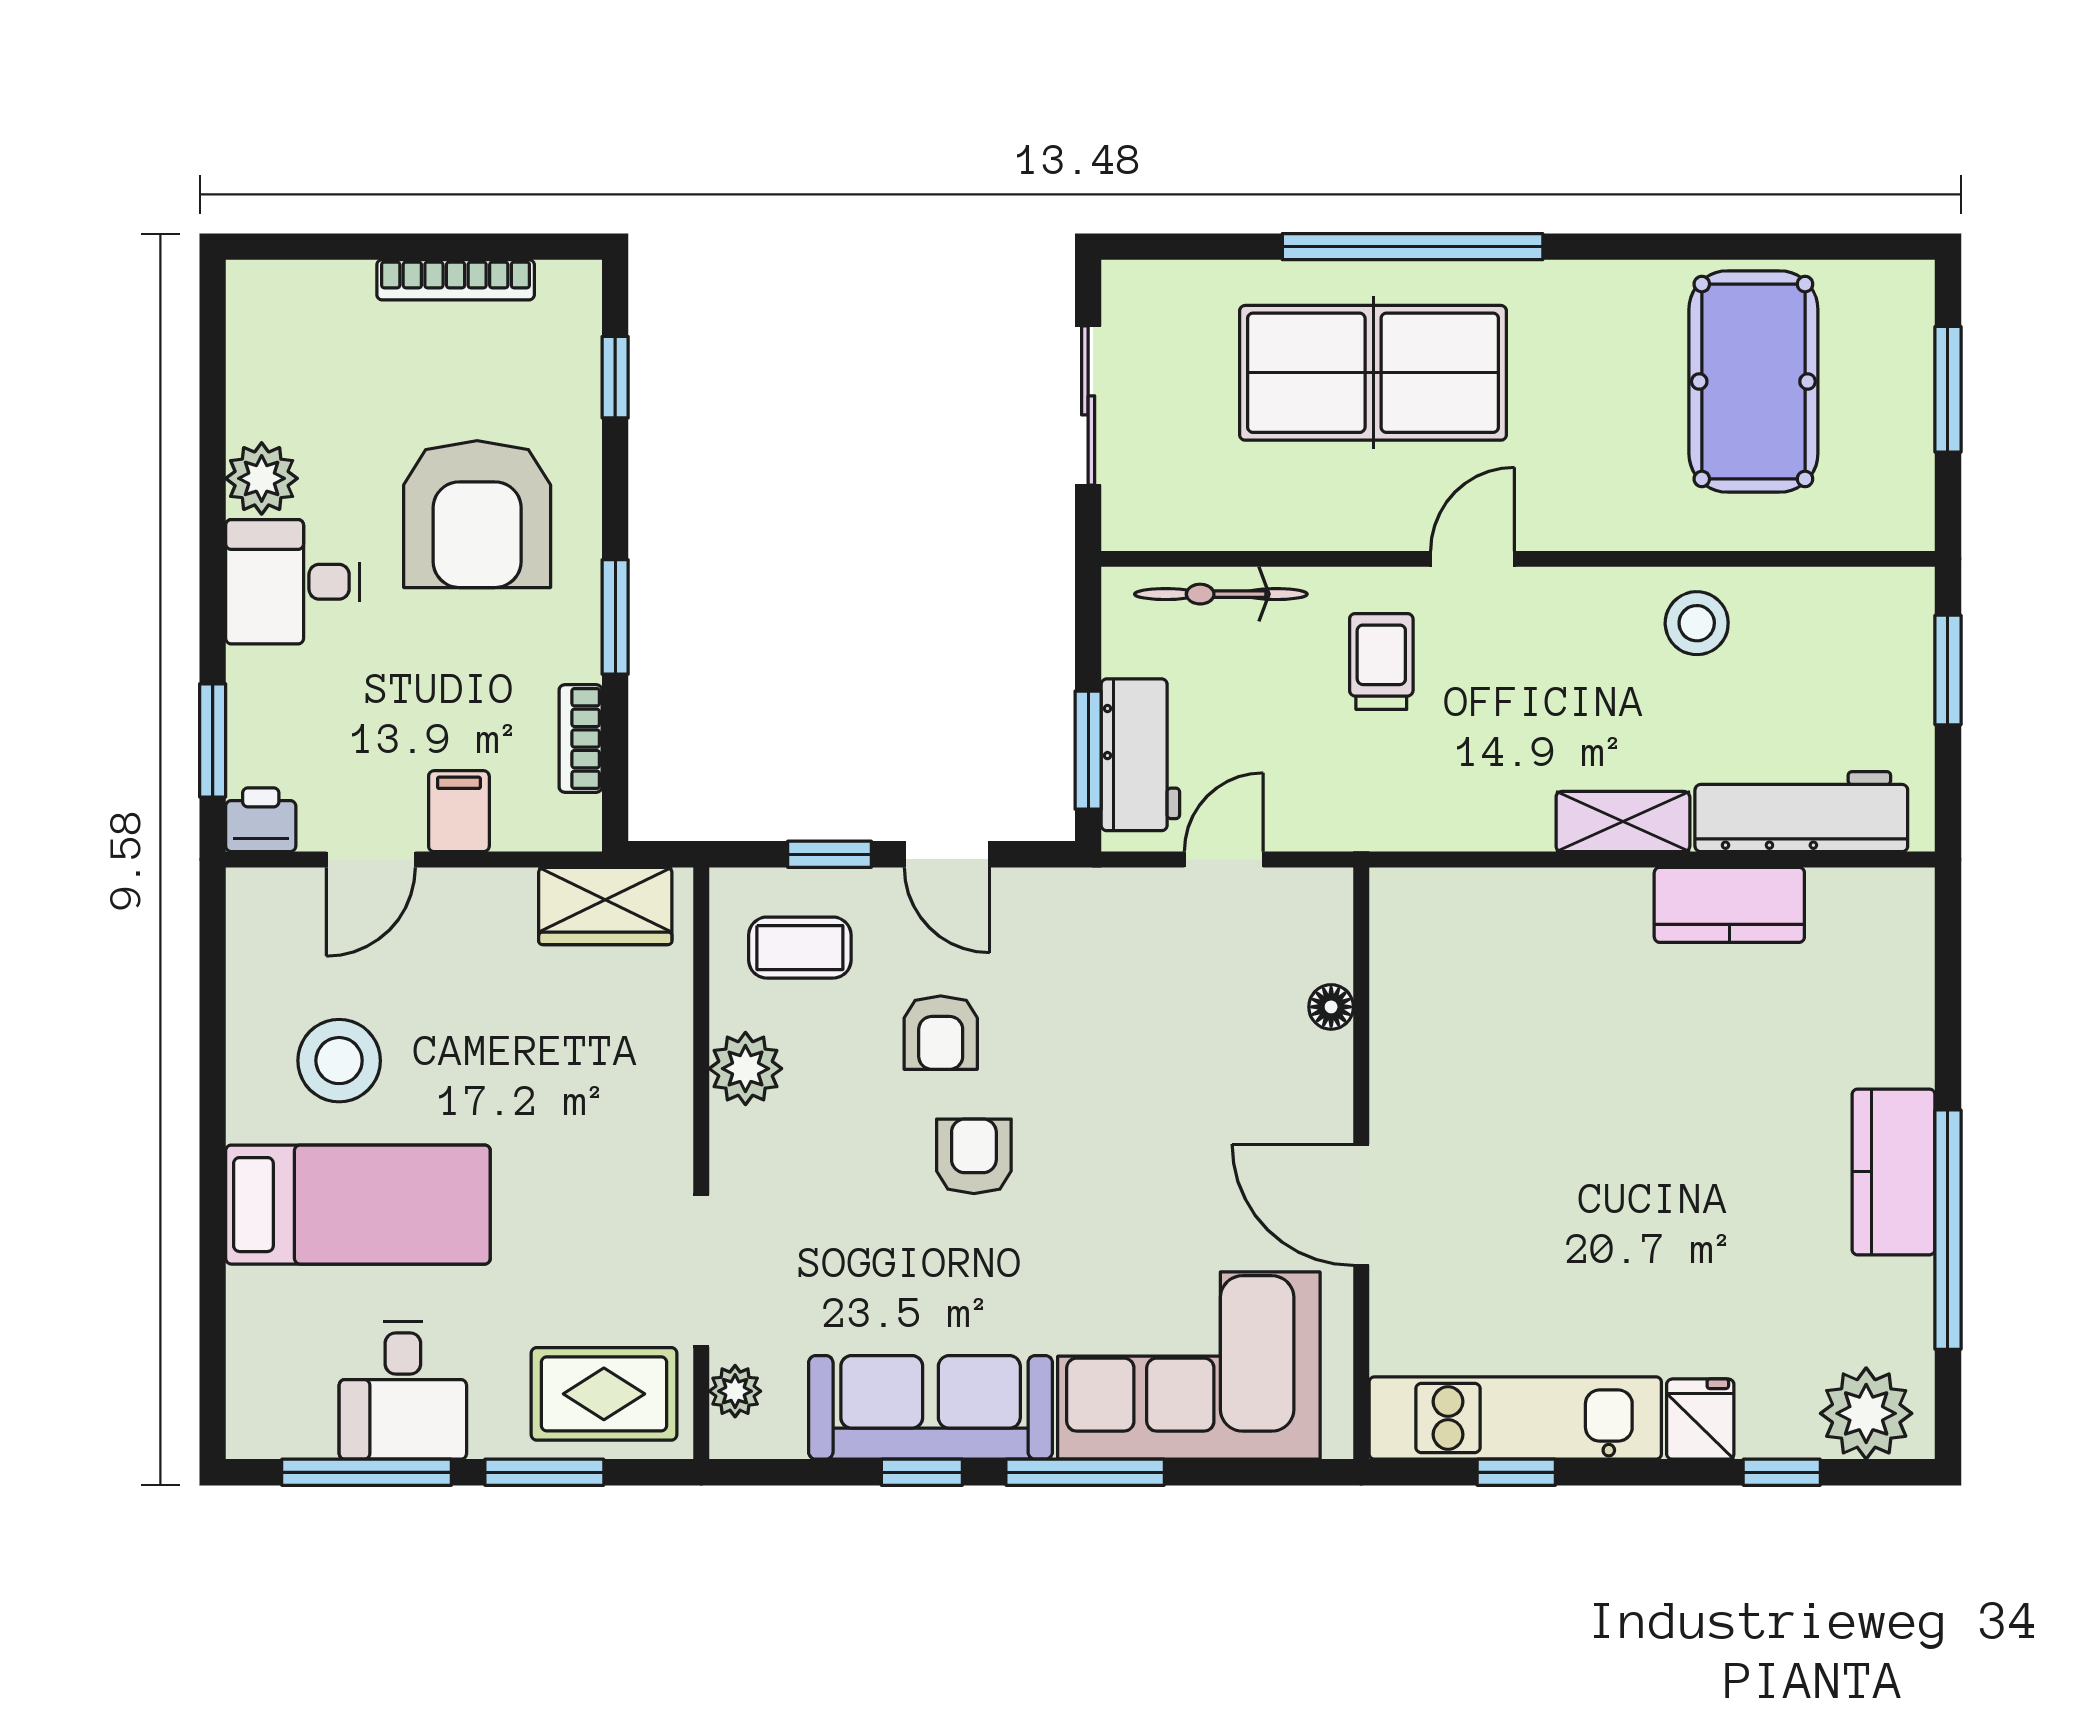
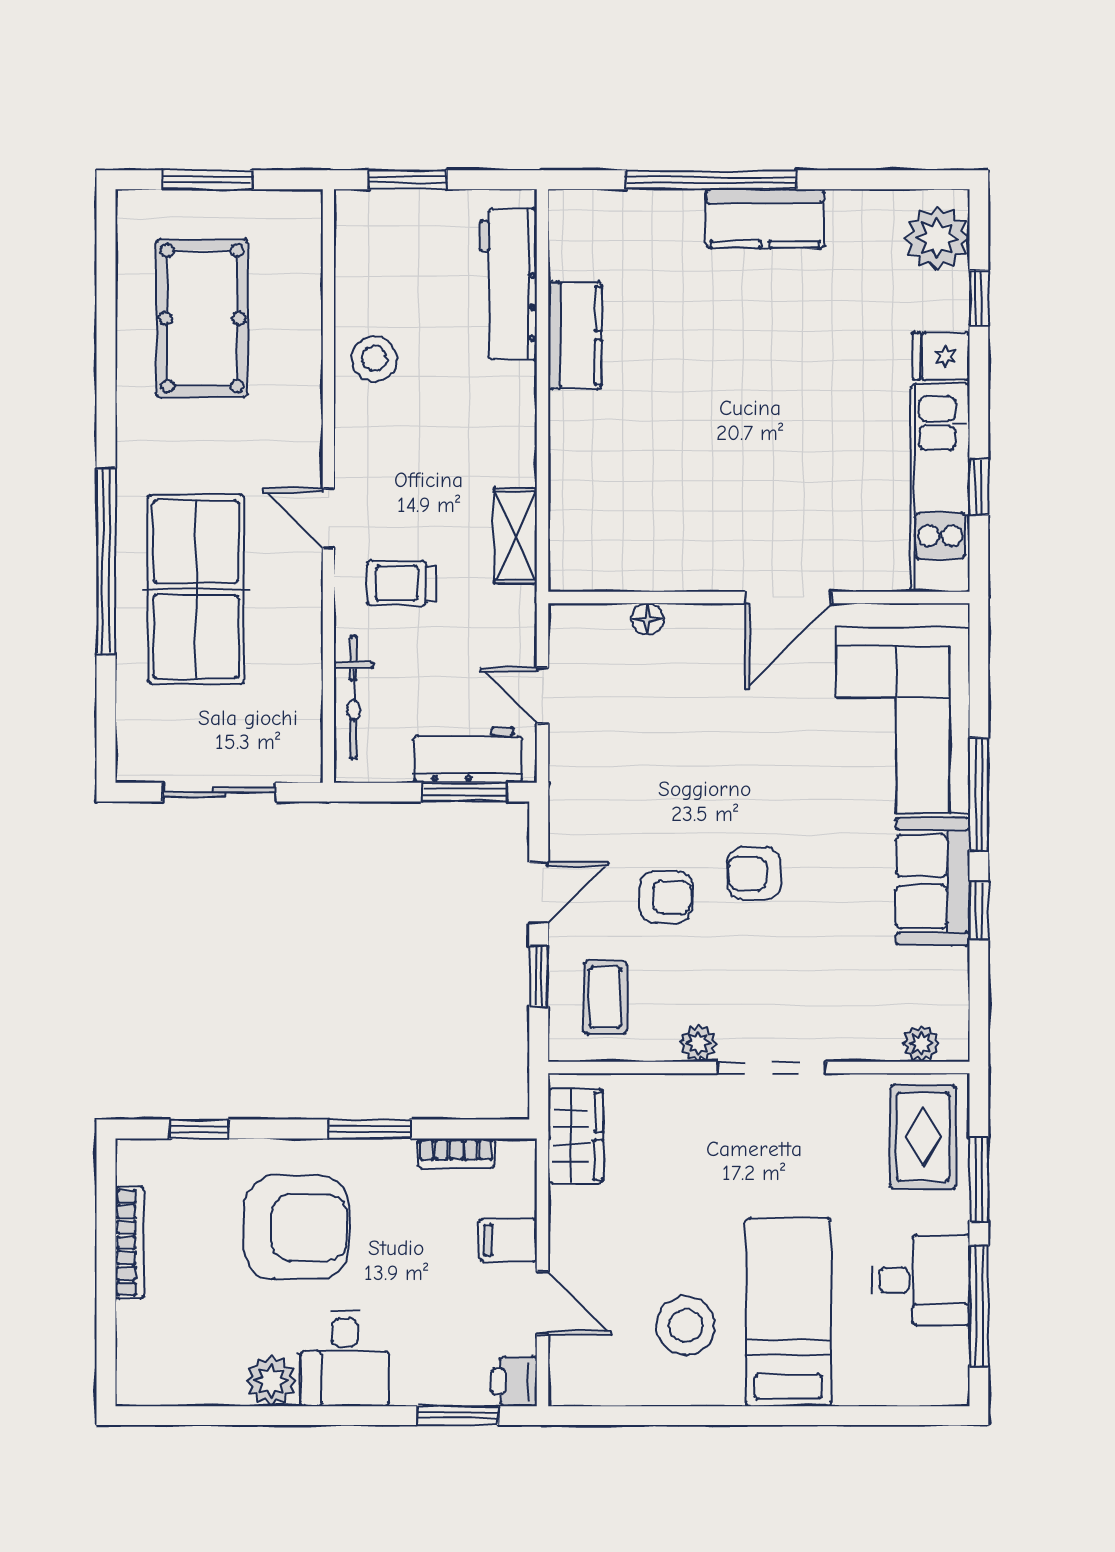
pool table: (1753, 381) -> (202, 318), turned 90
shelving: (1623, 822) -> (515, 536), moved
plant: (745, 1069) -> (698, 1043), width x0.73, depth x0.73
window: (1948, 1230) -> (711, 180), moved
doorway: (701, 1271) -> (772, 1068), moved
sofa: (931, 1407) -> (933, 881), width x0.73

